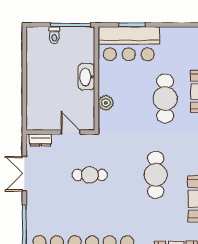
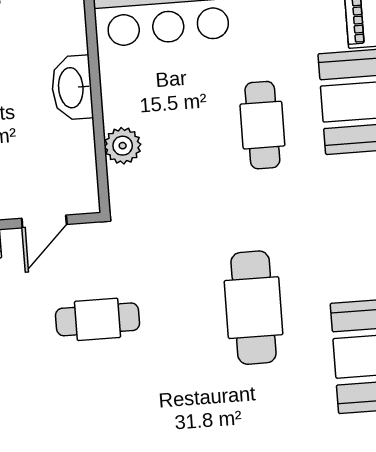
cafe table: (165, 99) -> (262, 125), width x0.73, depth x0.74
door: (70, 132) -> (44, 221), swing flipped

